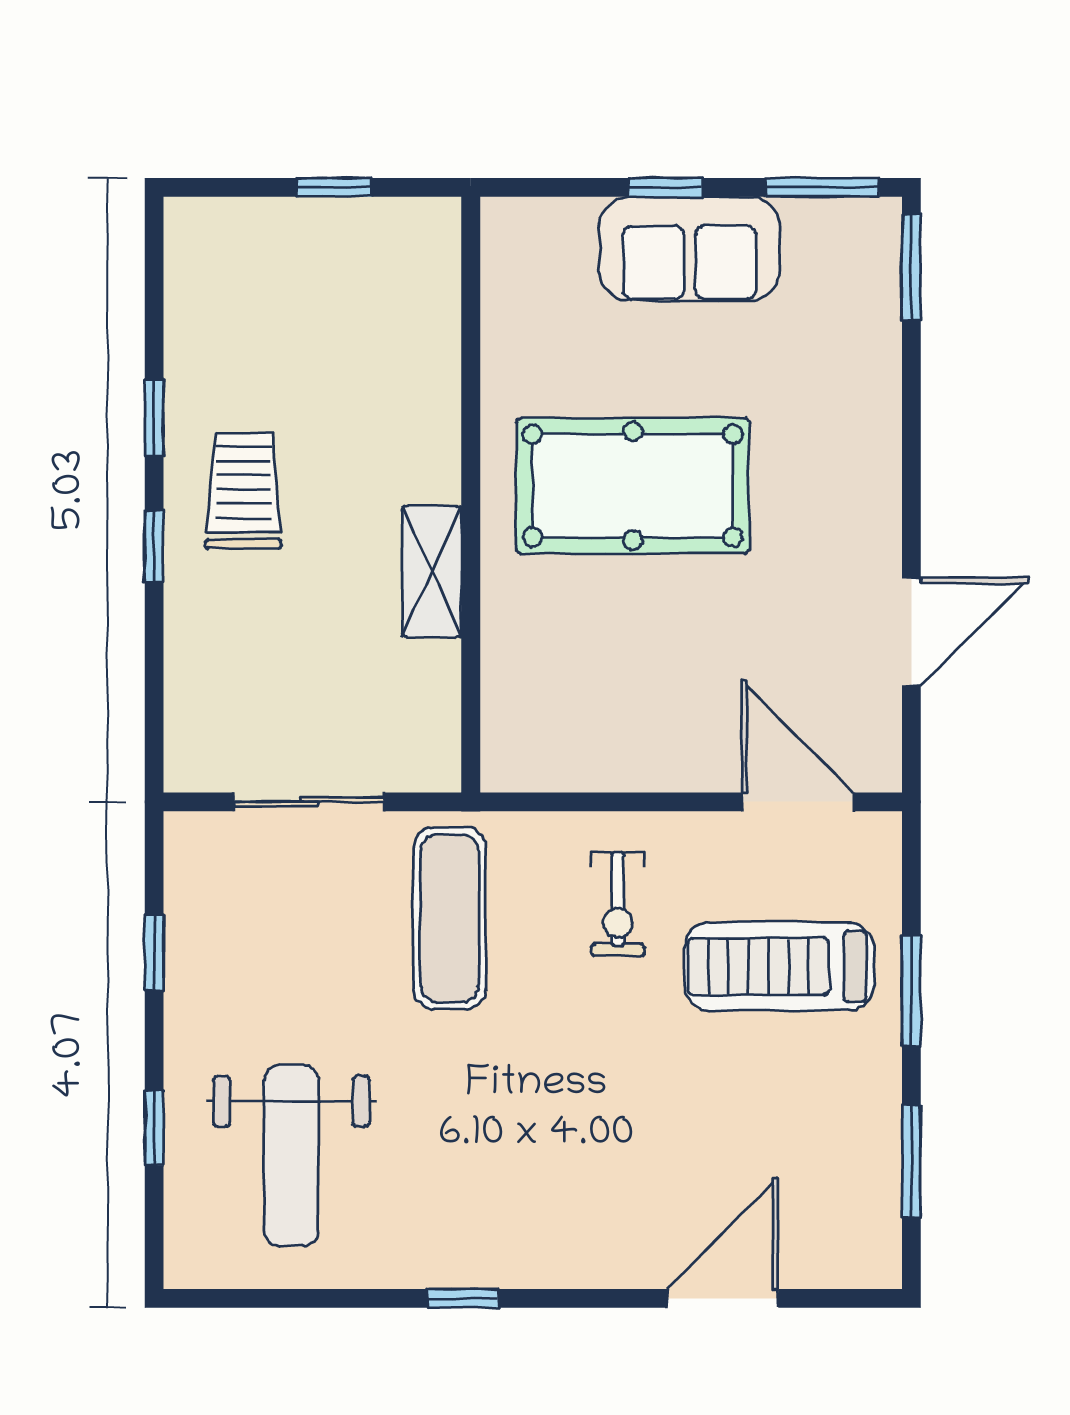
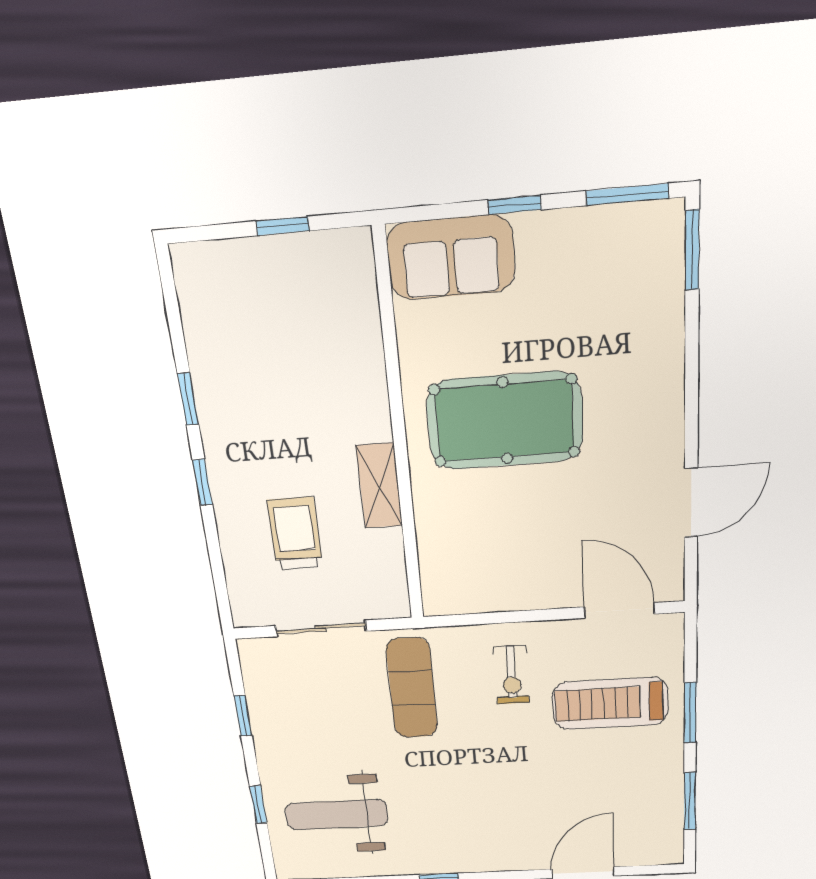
sofa: (690, 249) -> (451, 257), moved
trolley: (243, 491) -> (295, 534), moved
weight bench: (291, 1156) -> (336, 815), turned 90

